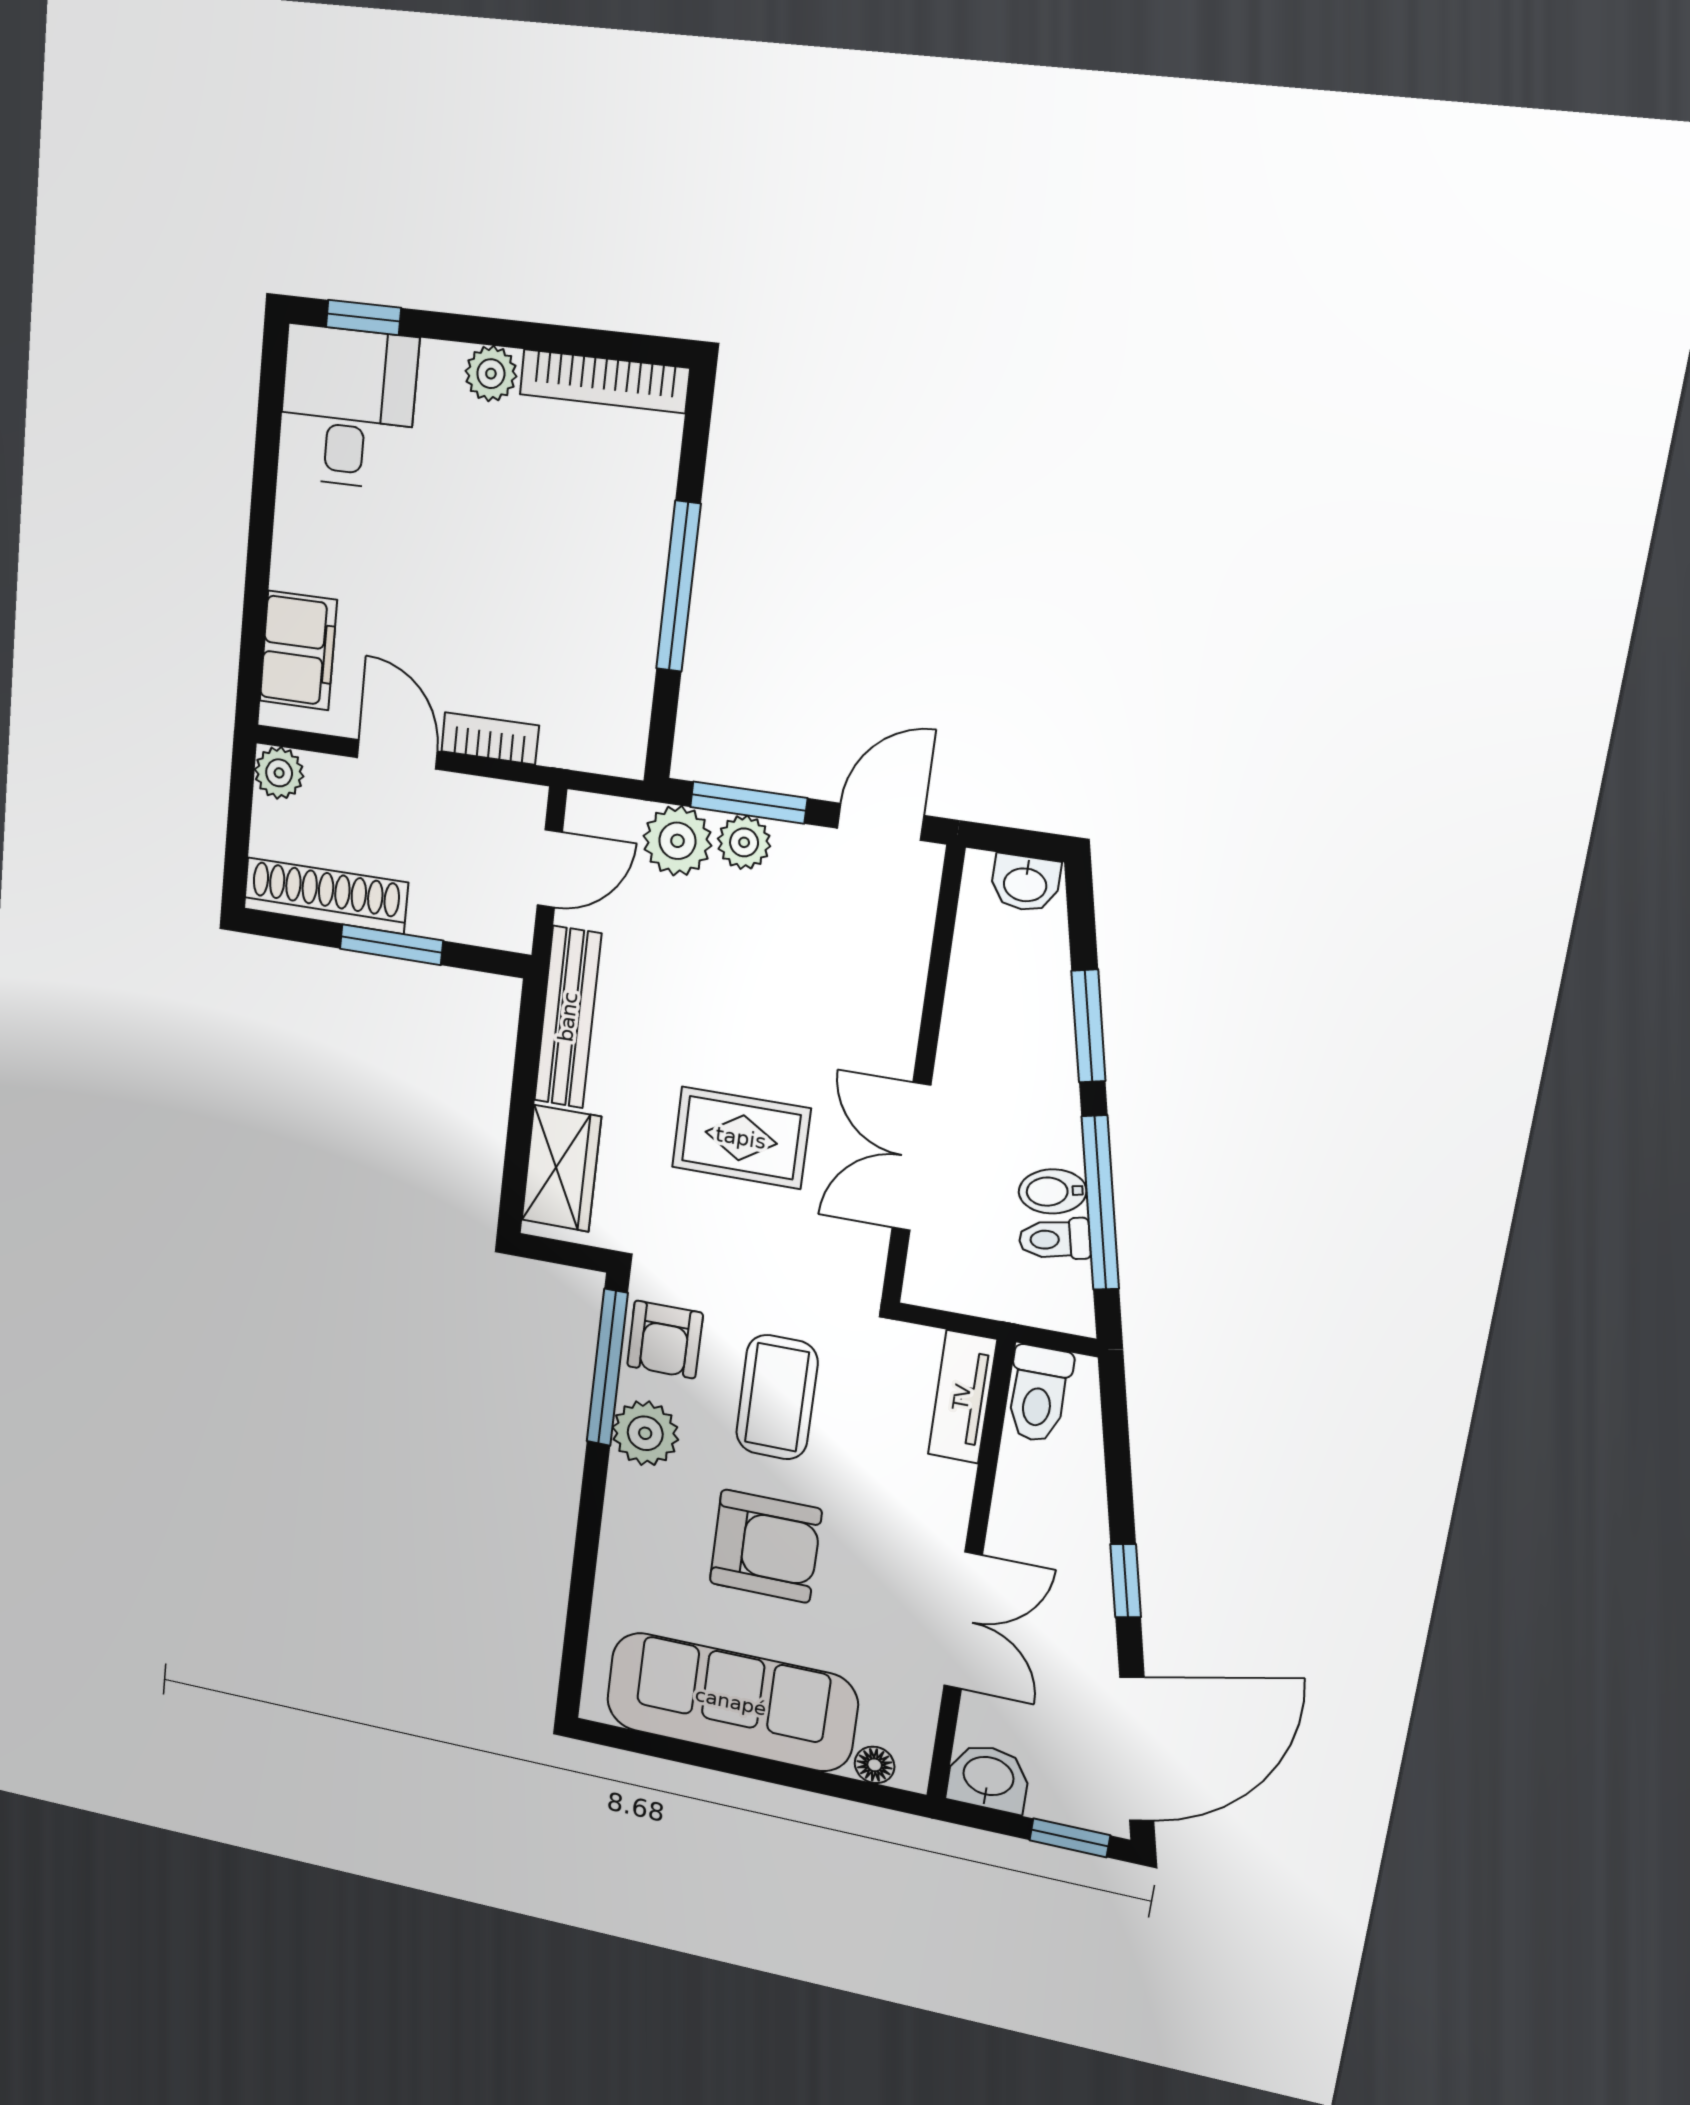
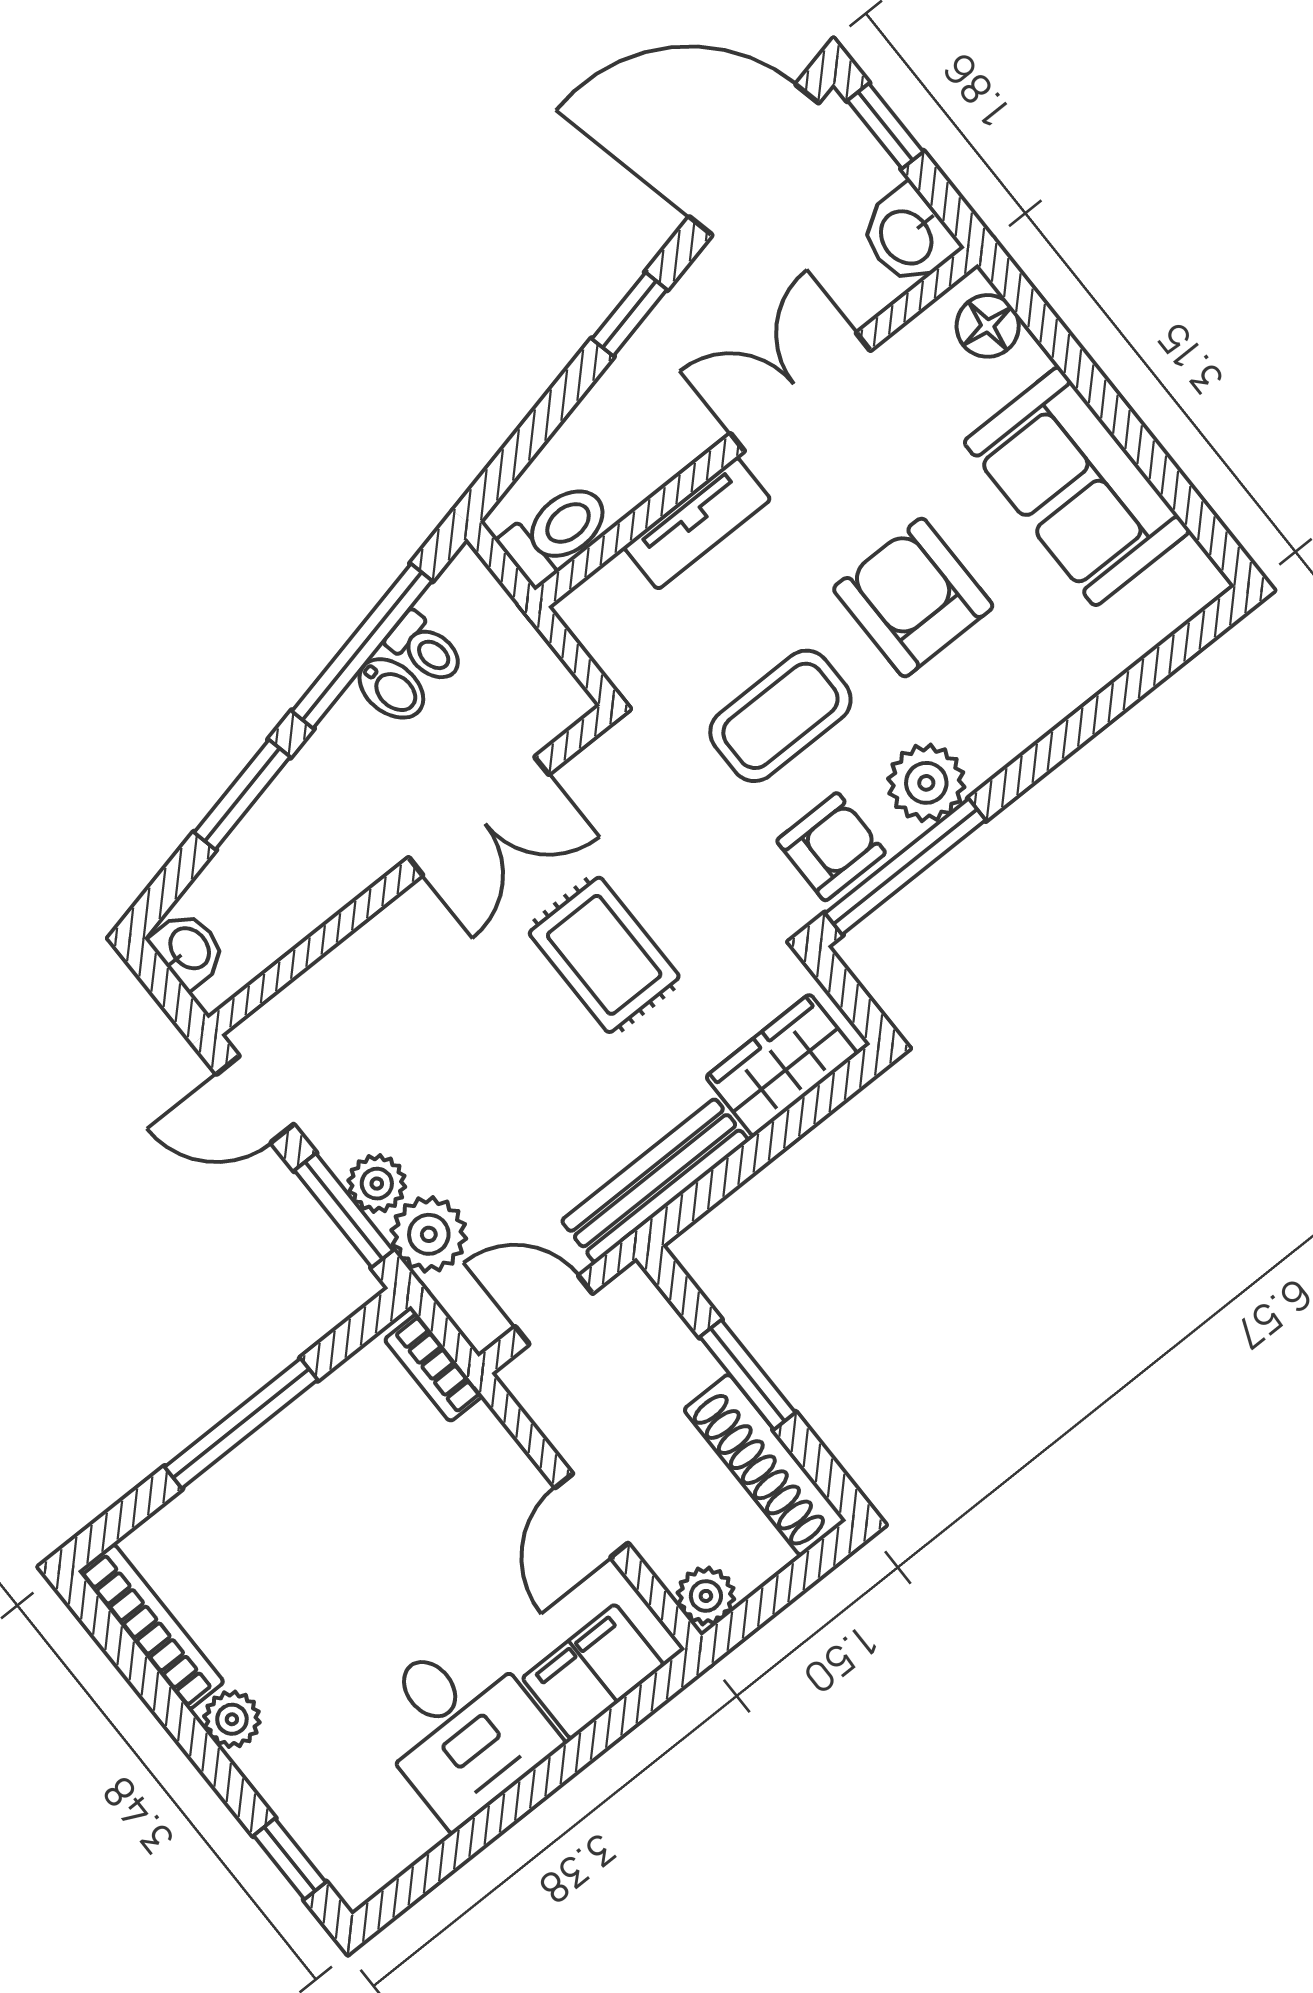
desk: (348, 407) -> (460, 1728), moved, turned -90
bookcase: (490, 738) -> (433, 1368), moved
tv unit: (962, 1397) -> (697, 523), moved
sofa: (731, 1702) -> (1077, 486), width x0.73
floor lamp: (875, 1765) -> (988, 326), width x1.37, depth x1.37

